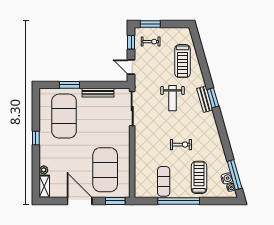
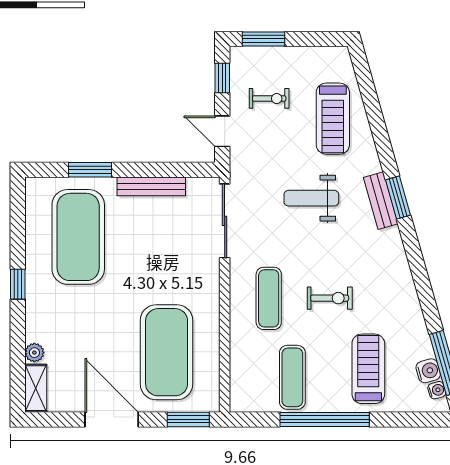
exercise bike: (151, 42) -> (269, 98), moved
weight bench: (172, 98) -> (311, 198), turned 90
exercise mat: (153, 145) -> (269, 298), added

